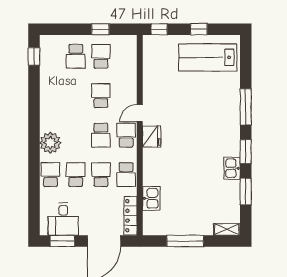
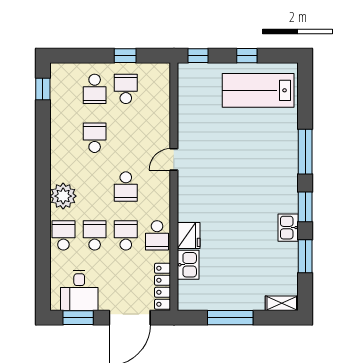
school desk: (101, 96) -> (95, 138), moved
school desk: (126, 135) -> (157, 187), removed
fridge: (152, 136) -> (189, 236), moved

